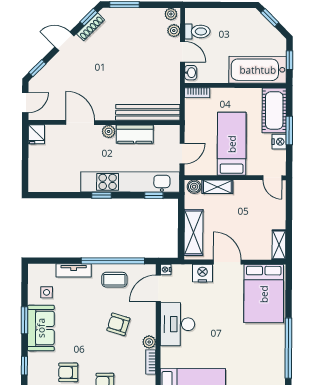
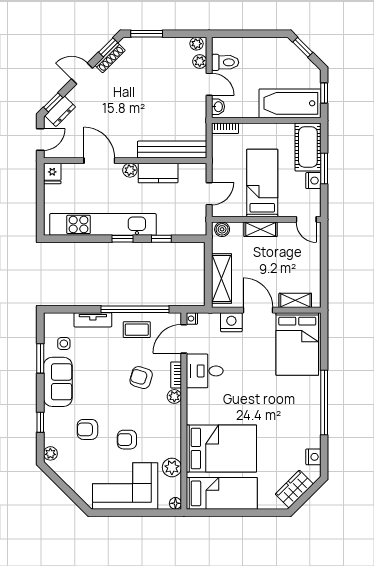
dresser: (44, 76) -> (60, 111), added
kitchen unit: (130, 182) -> (103, 224), moved
shelving: (217, 187) -> (261, 229), moved
window: (154, 195) -> (161, 239), moved
shelving: (279, 245) -> (295, 300), moved, turned 90
window: (25, 320) -> (40, 358), moved
desk: (177, 324) -> (205, 371), width x0.73
bookcase: (151, 362) -> (176, 375), moved

